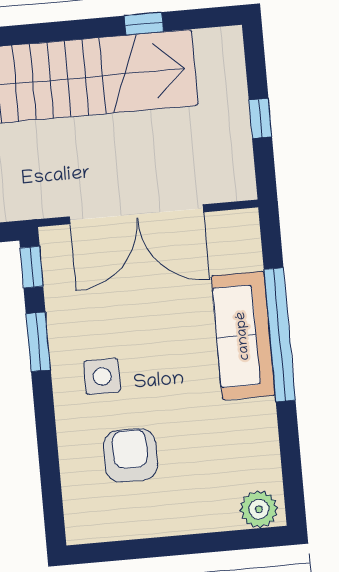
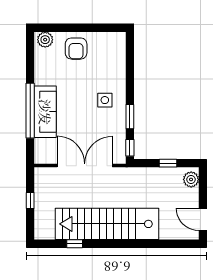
armchair: (130, 455) -> (76, 49), moved

